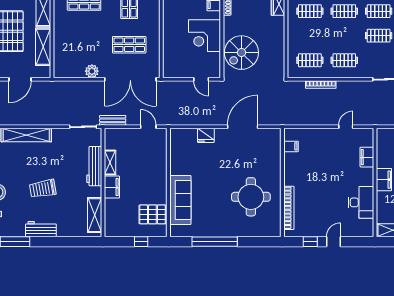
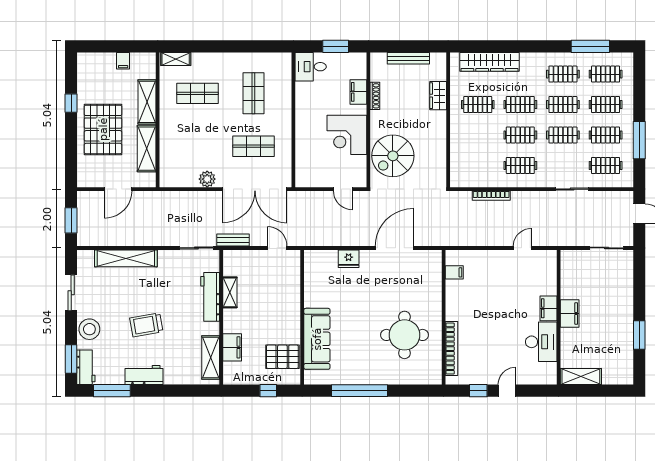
clothes rail: (310, 60) -> (520, 135), moved
filing cabinet: (367, 157) -> (549, 308), moved
filing cabinet: (112, 187) -> (232, 347), moved

